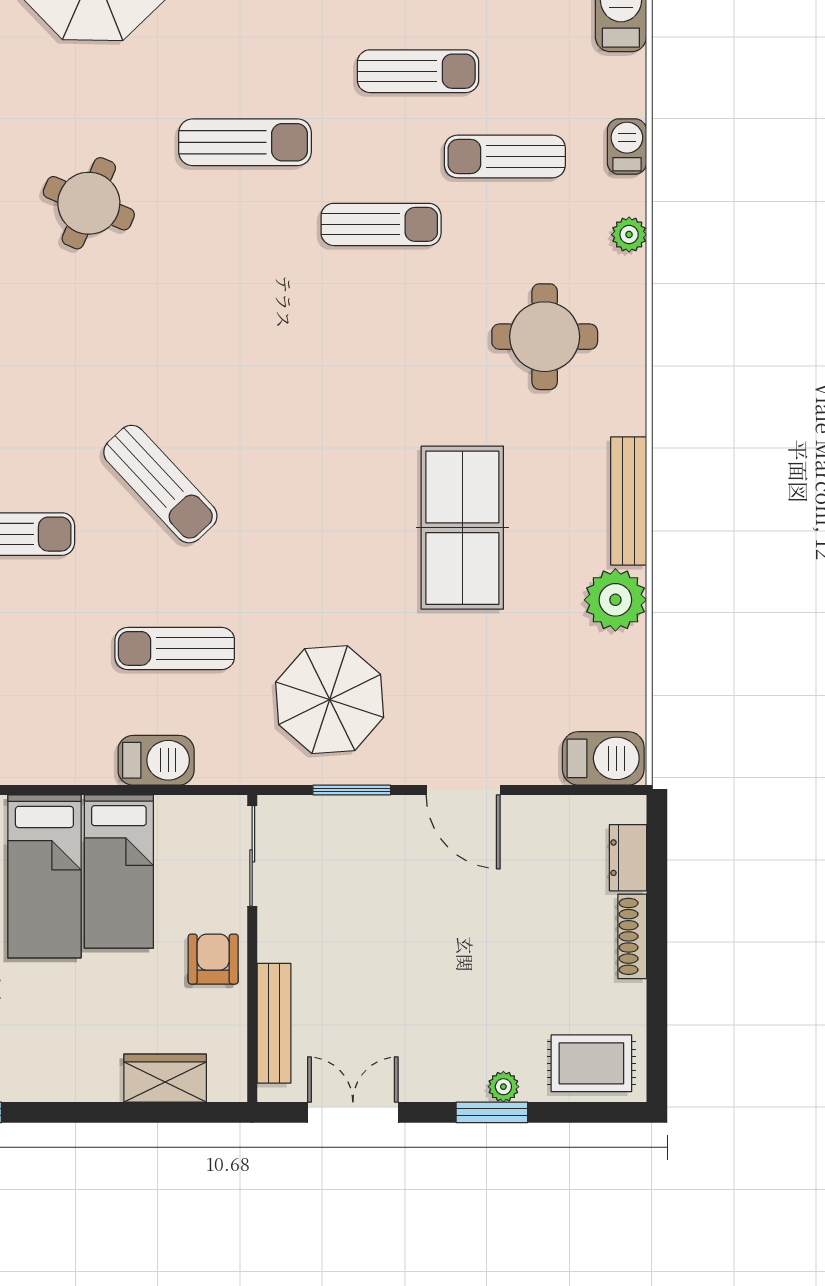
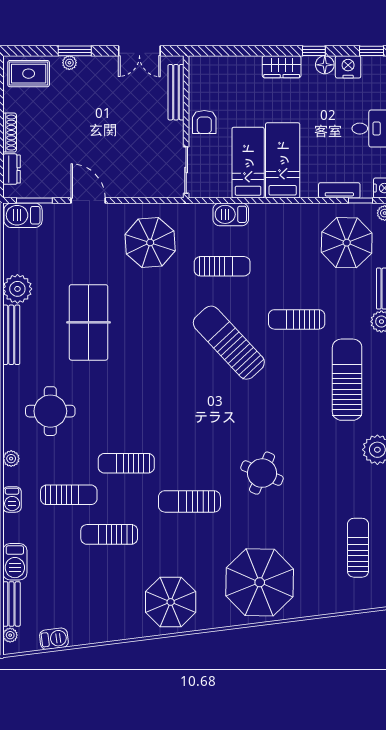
sun lounger: (160, 484) -> (229, 343), width x1.36, depth x1.34
window: (352, 790) -> (34, 201), moved
wardrobe: (165, 1078) -> (282, 67), moved

